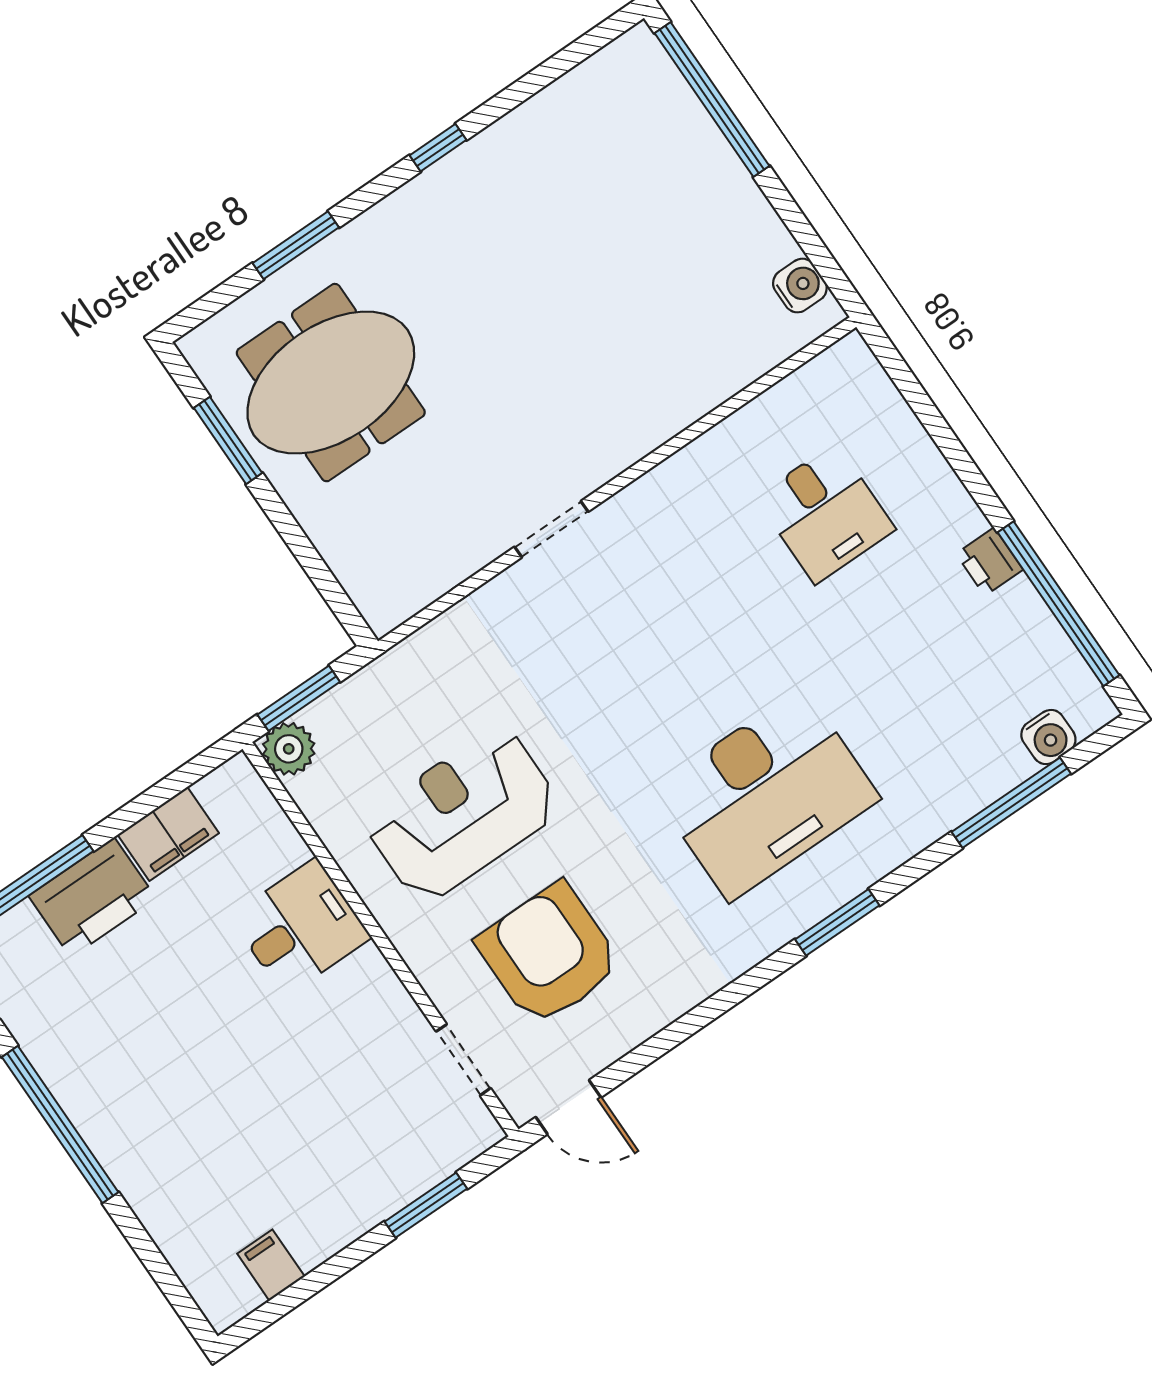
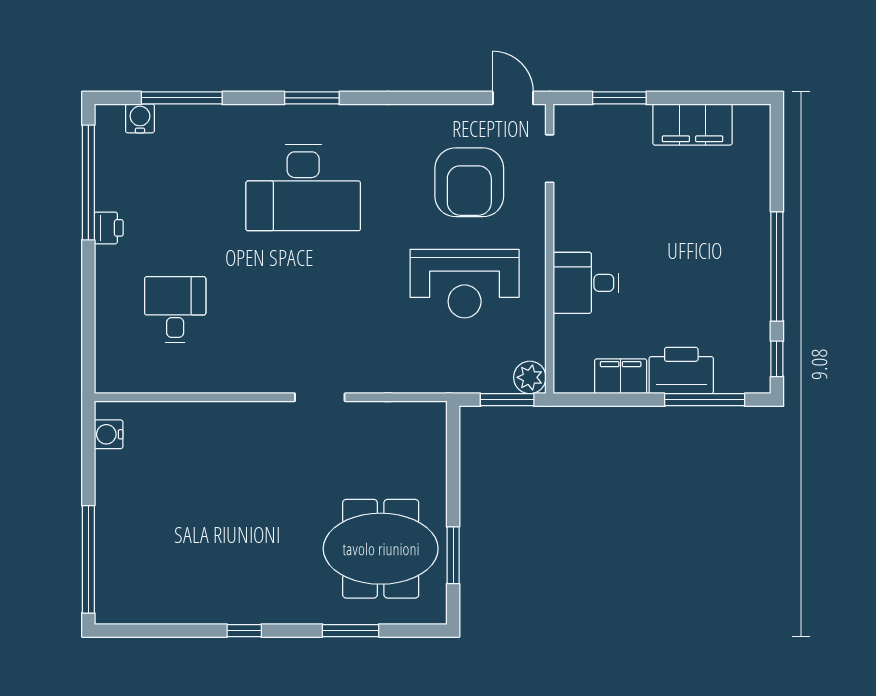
desk: (766, 794) -> (303, 188), turned 180
filing cabinet: (271, 1265) -> (693, 124), width x3.00, depth x1.17

